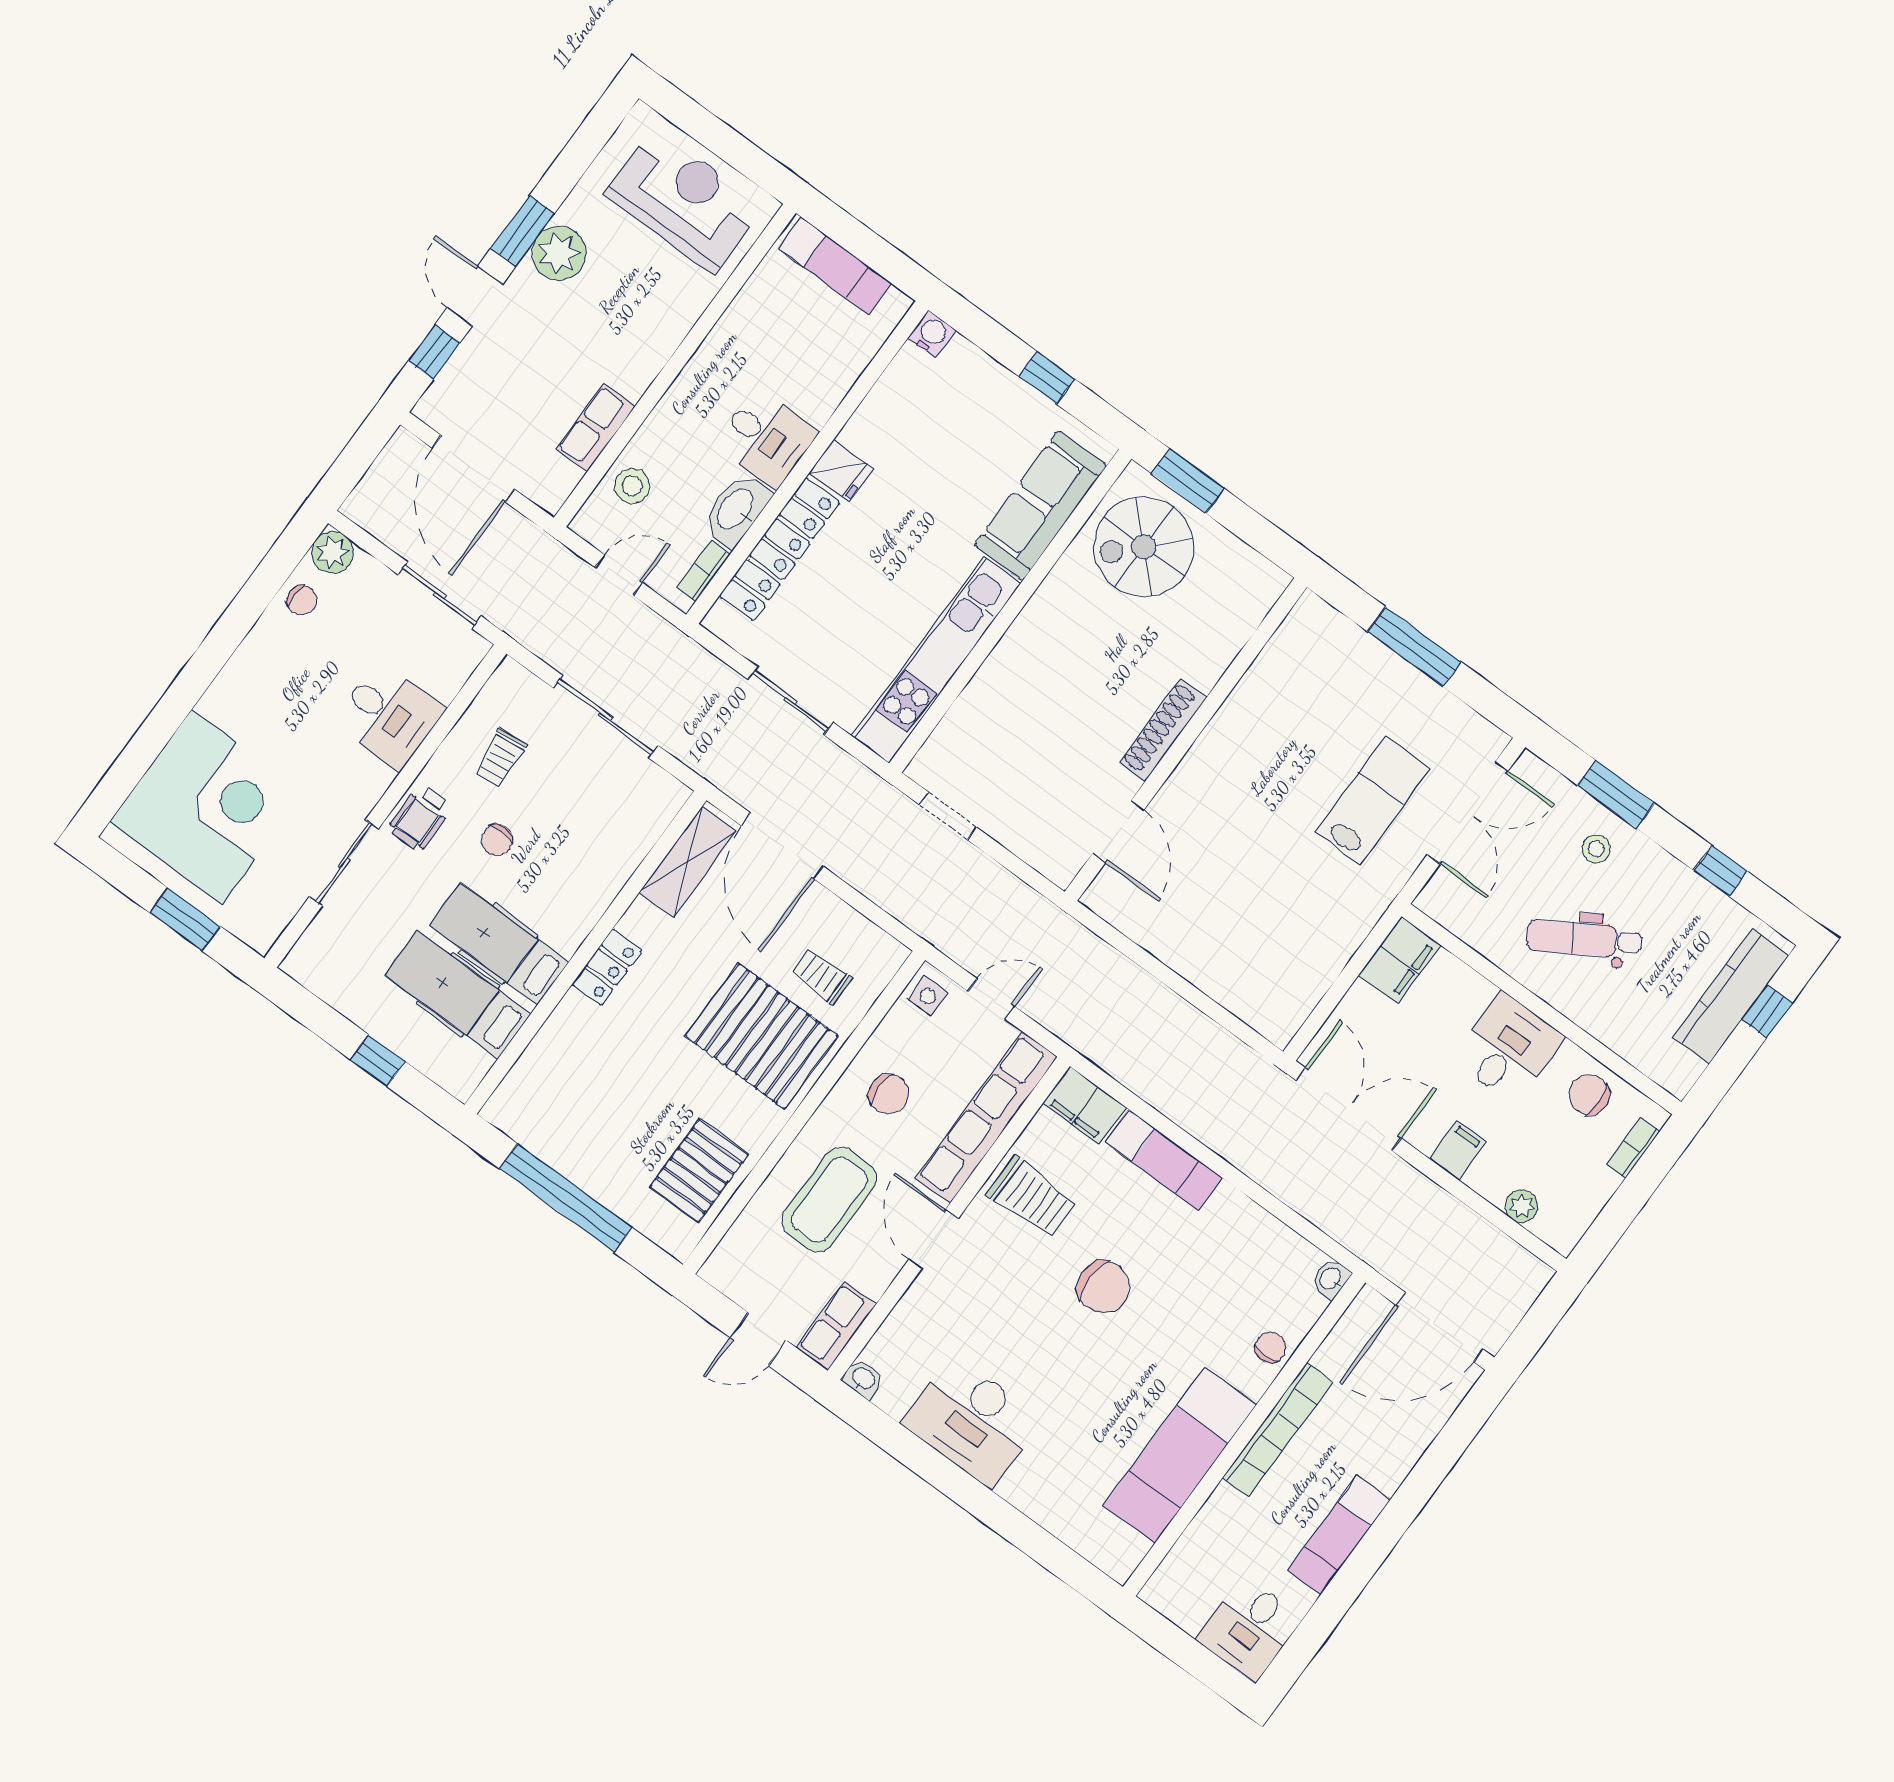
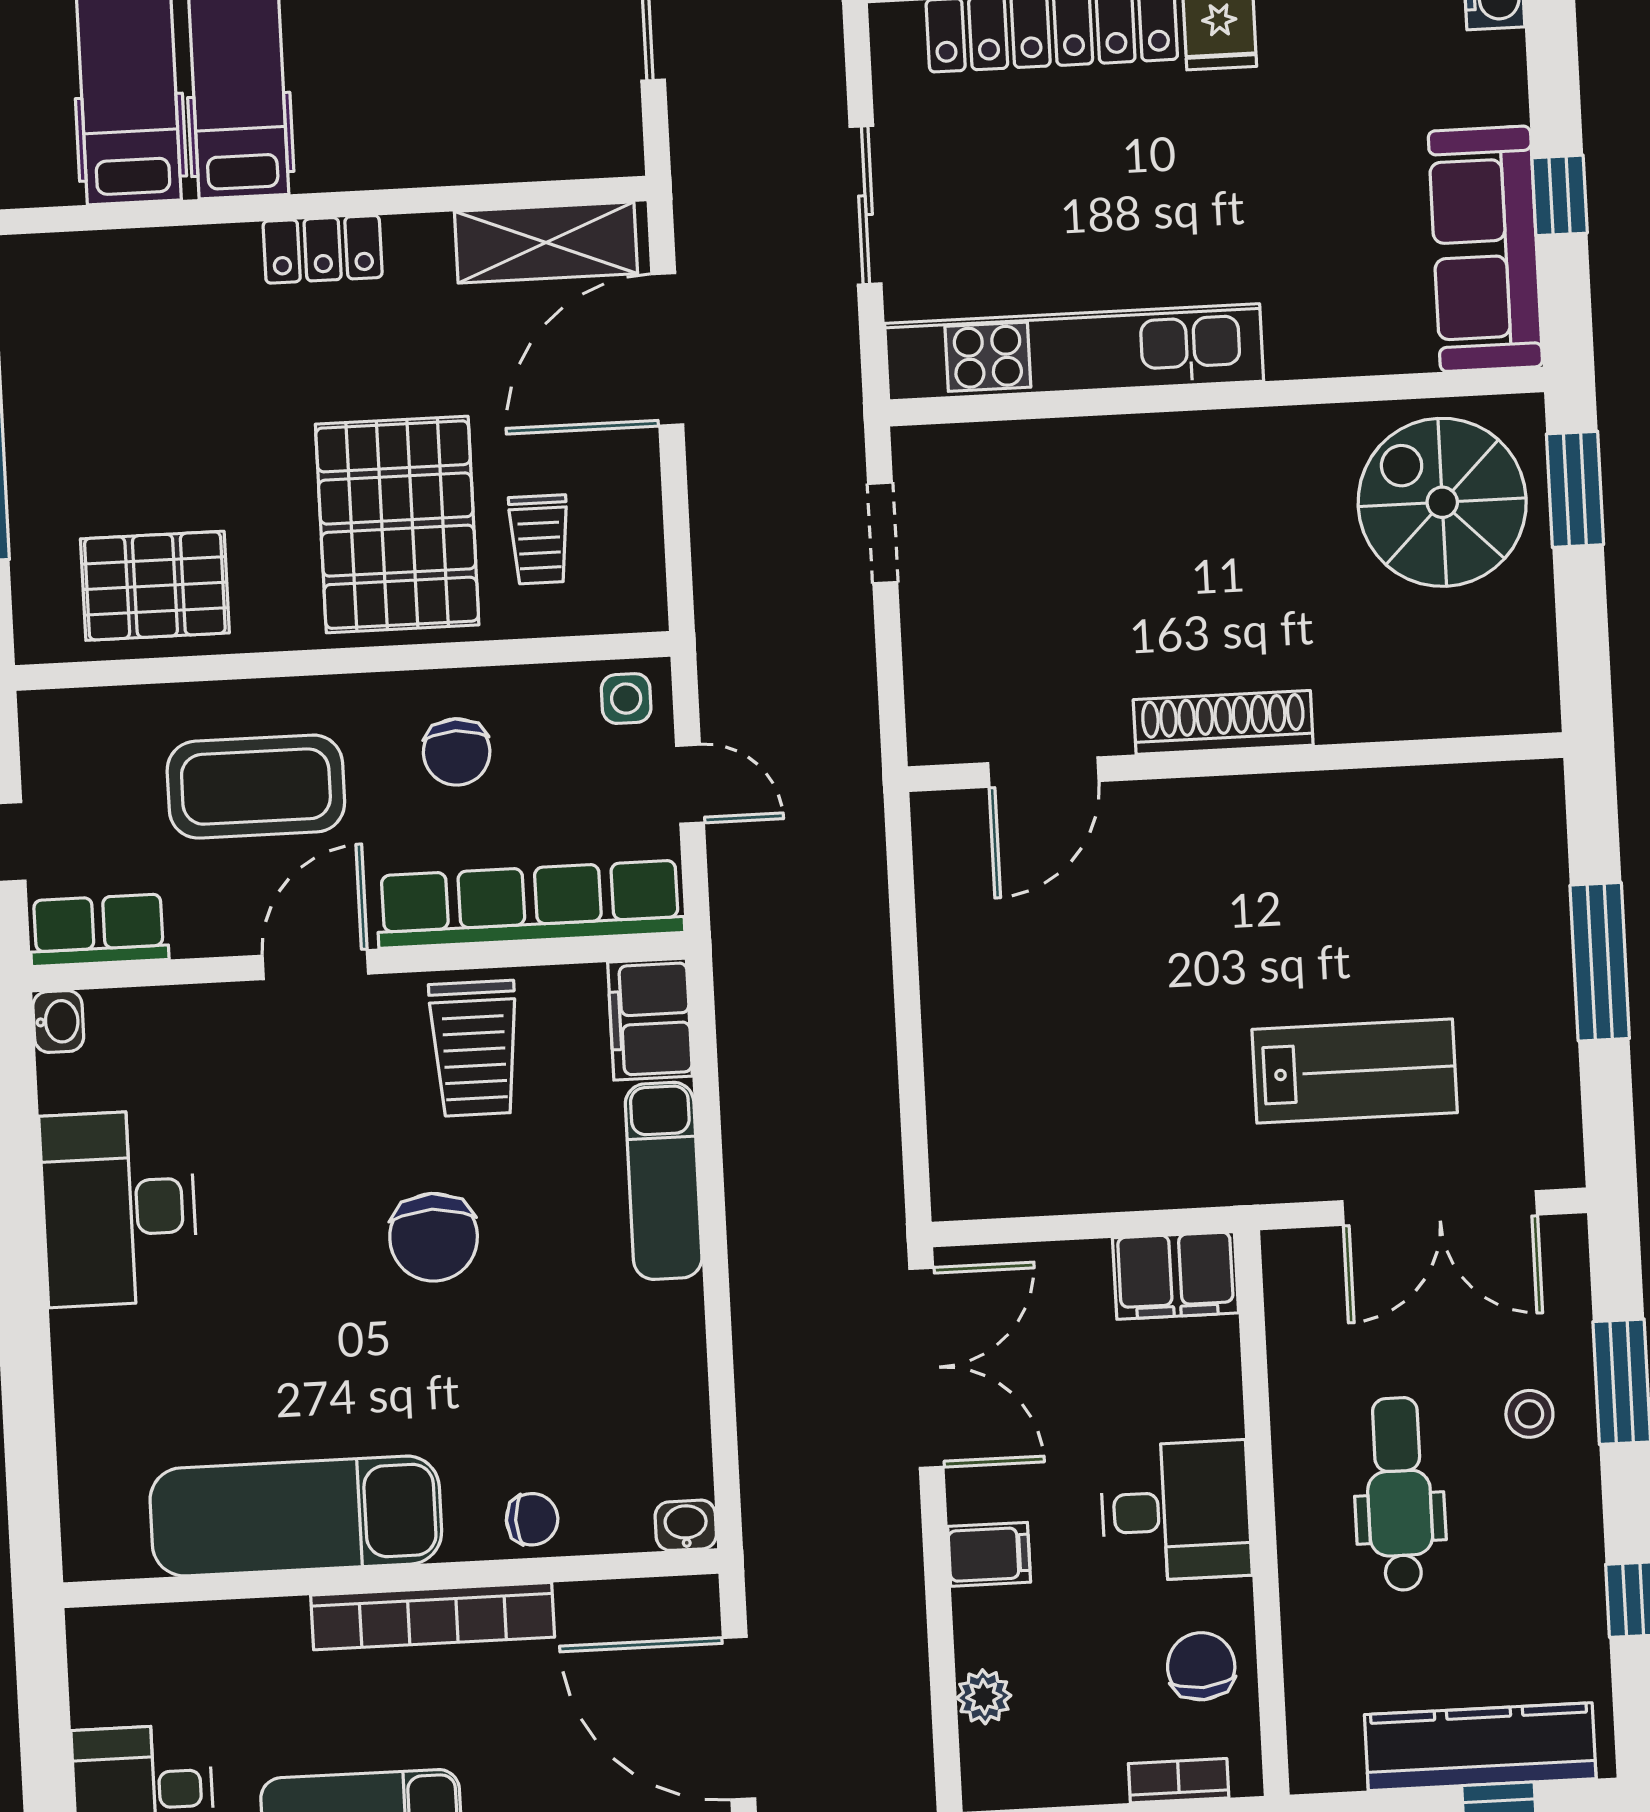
sofa: (1040, 505) -> (1485, 249), moved, turned -90
dental chair: (1584, 939) -> (1399, 1494), turned 32
trolley: (822, 976) -> (539, 539), turned 180

